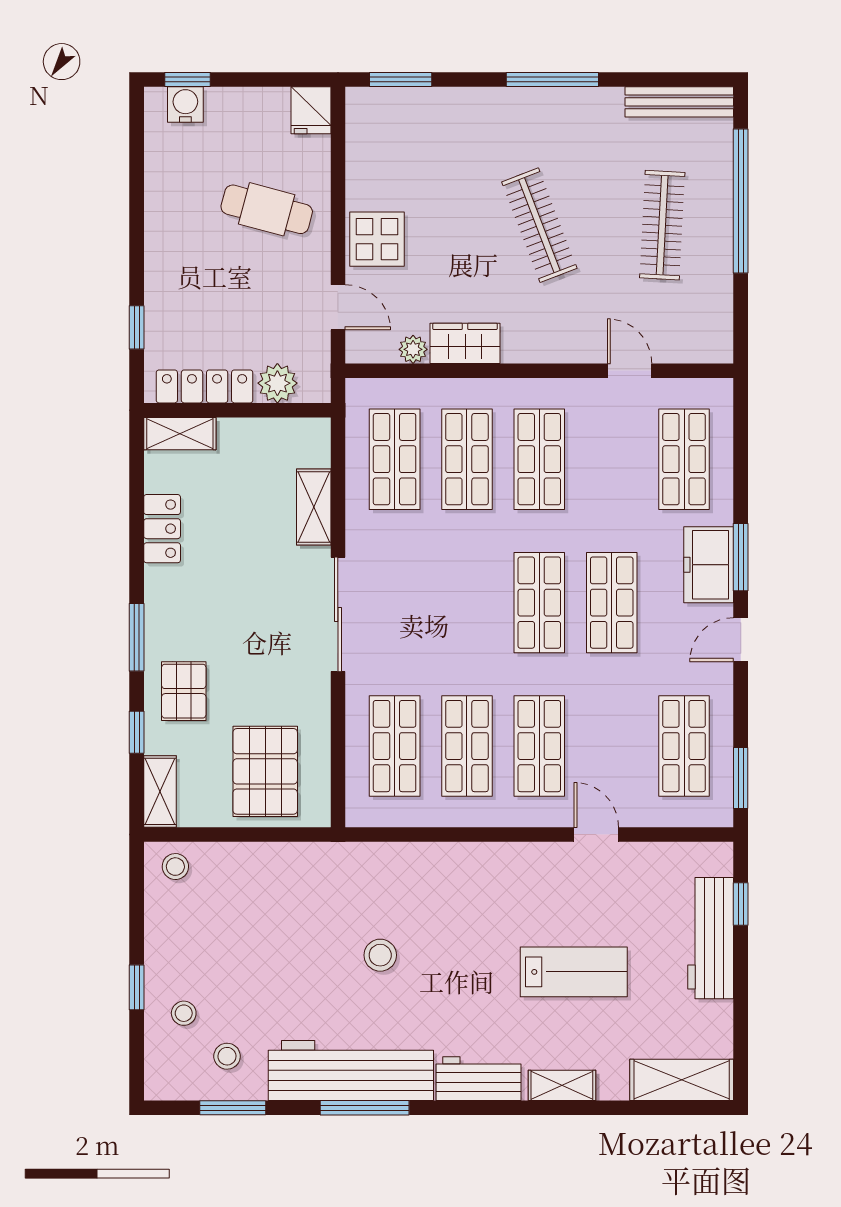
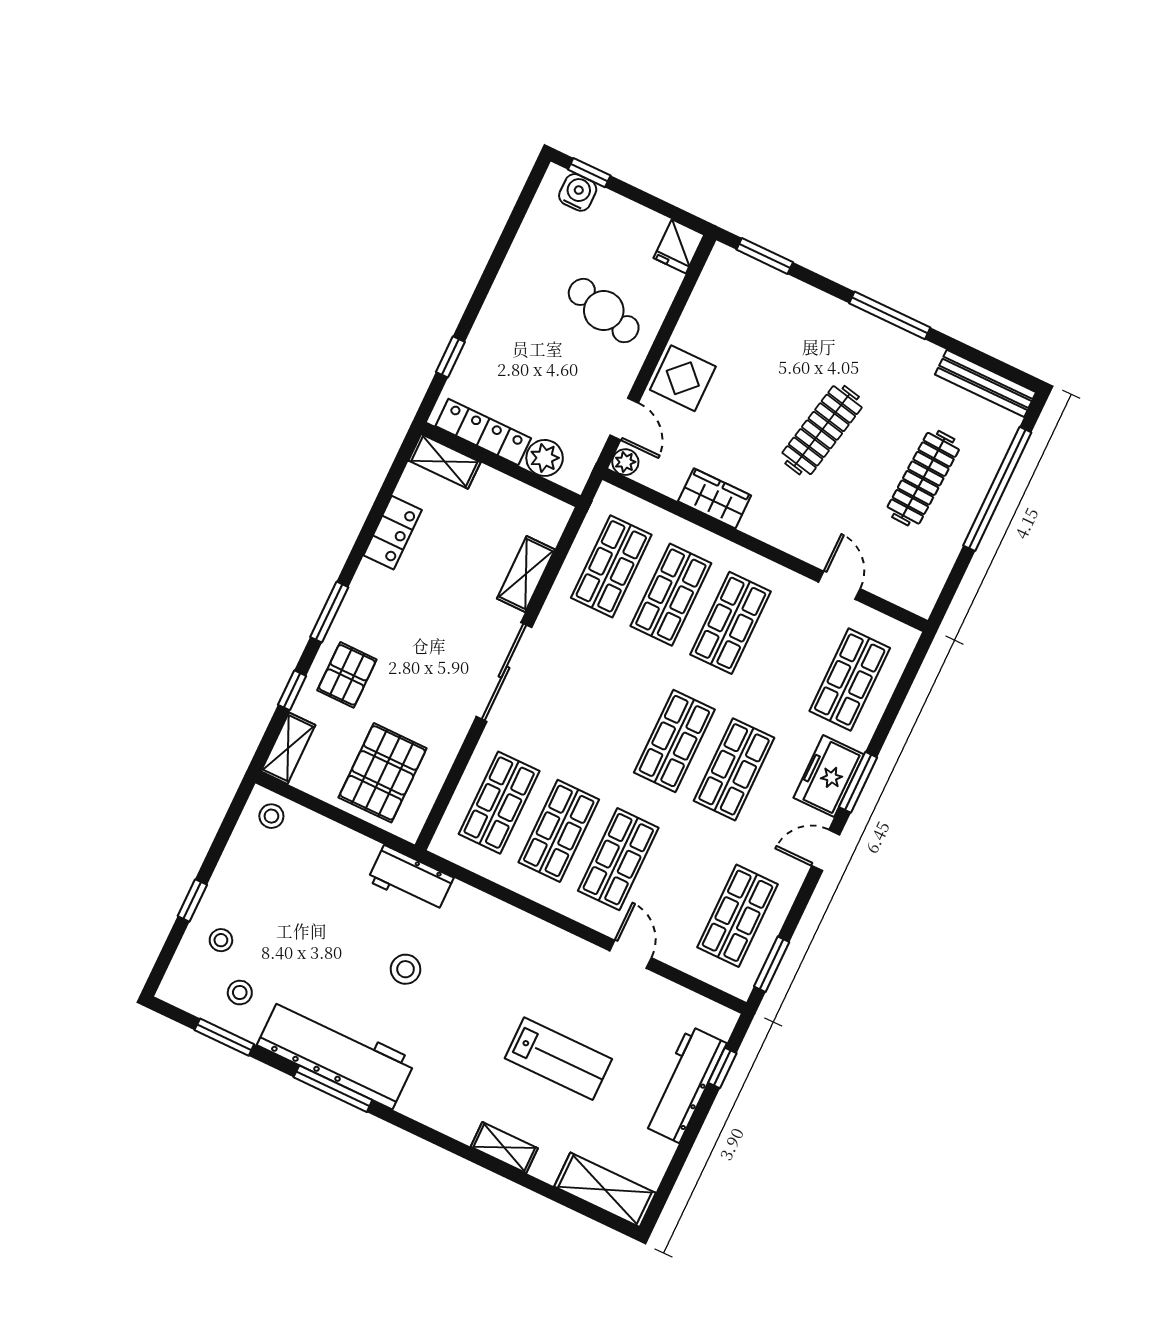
clothes rail: (539, 225) -> (822, 430), turned 33
plant: (413, 349) -> (625, 462), moved
workbench: (479, 1079) -> (410, 879), moved, turned 180

